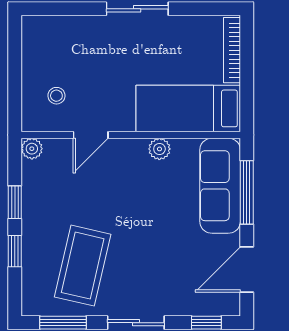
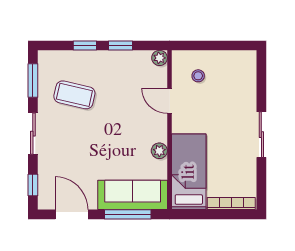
coffee table: (83, 266) -> (74, 95), width x0.73, depth x0.76

